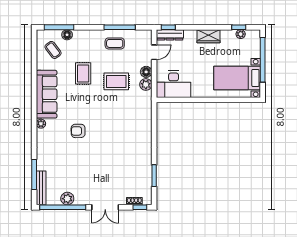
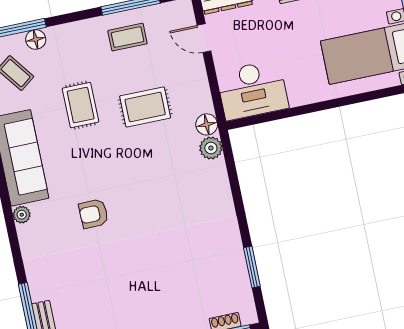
door: (154, 52) -> (204, 38), swing flipped
floor lamp: (146, 72) -> (207, 124), moved
plant: (146, 84) -> (211, 148), moved

